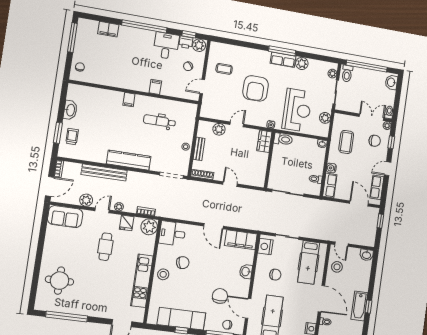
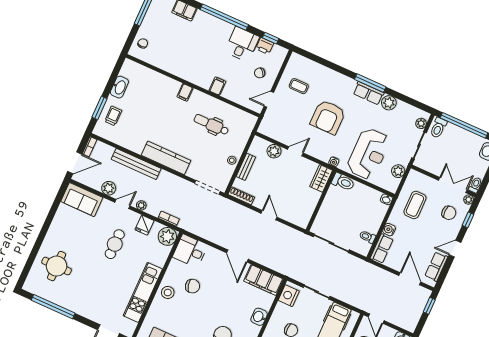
plant: (199, 45) -> (278, 53), removed

